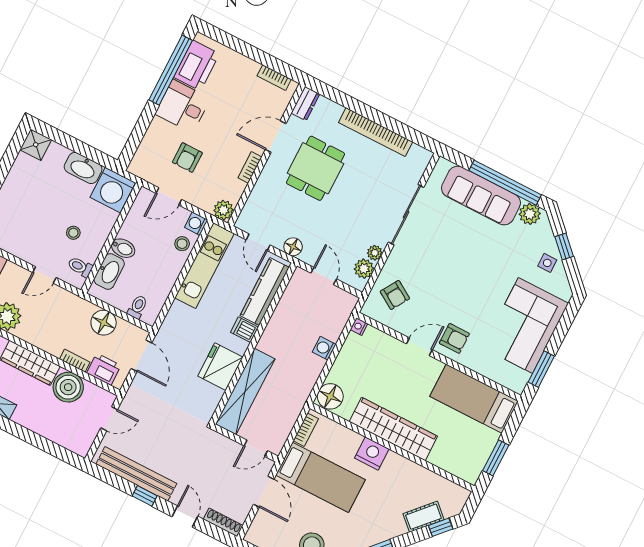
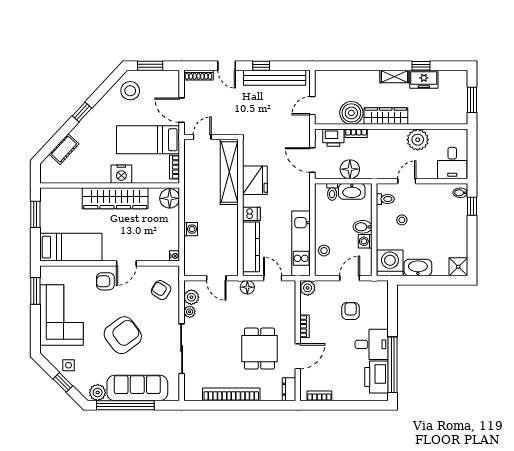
washing machine: (196, 224) -> (365, 241), moved, turned 180
armchair: (466, 265) -> (123, 335), added
washbasin: (109, 272) -> (352, 191), moved, turned -90
window: (441, 527) -> (49, 148), removed

